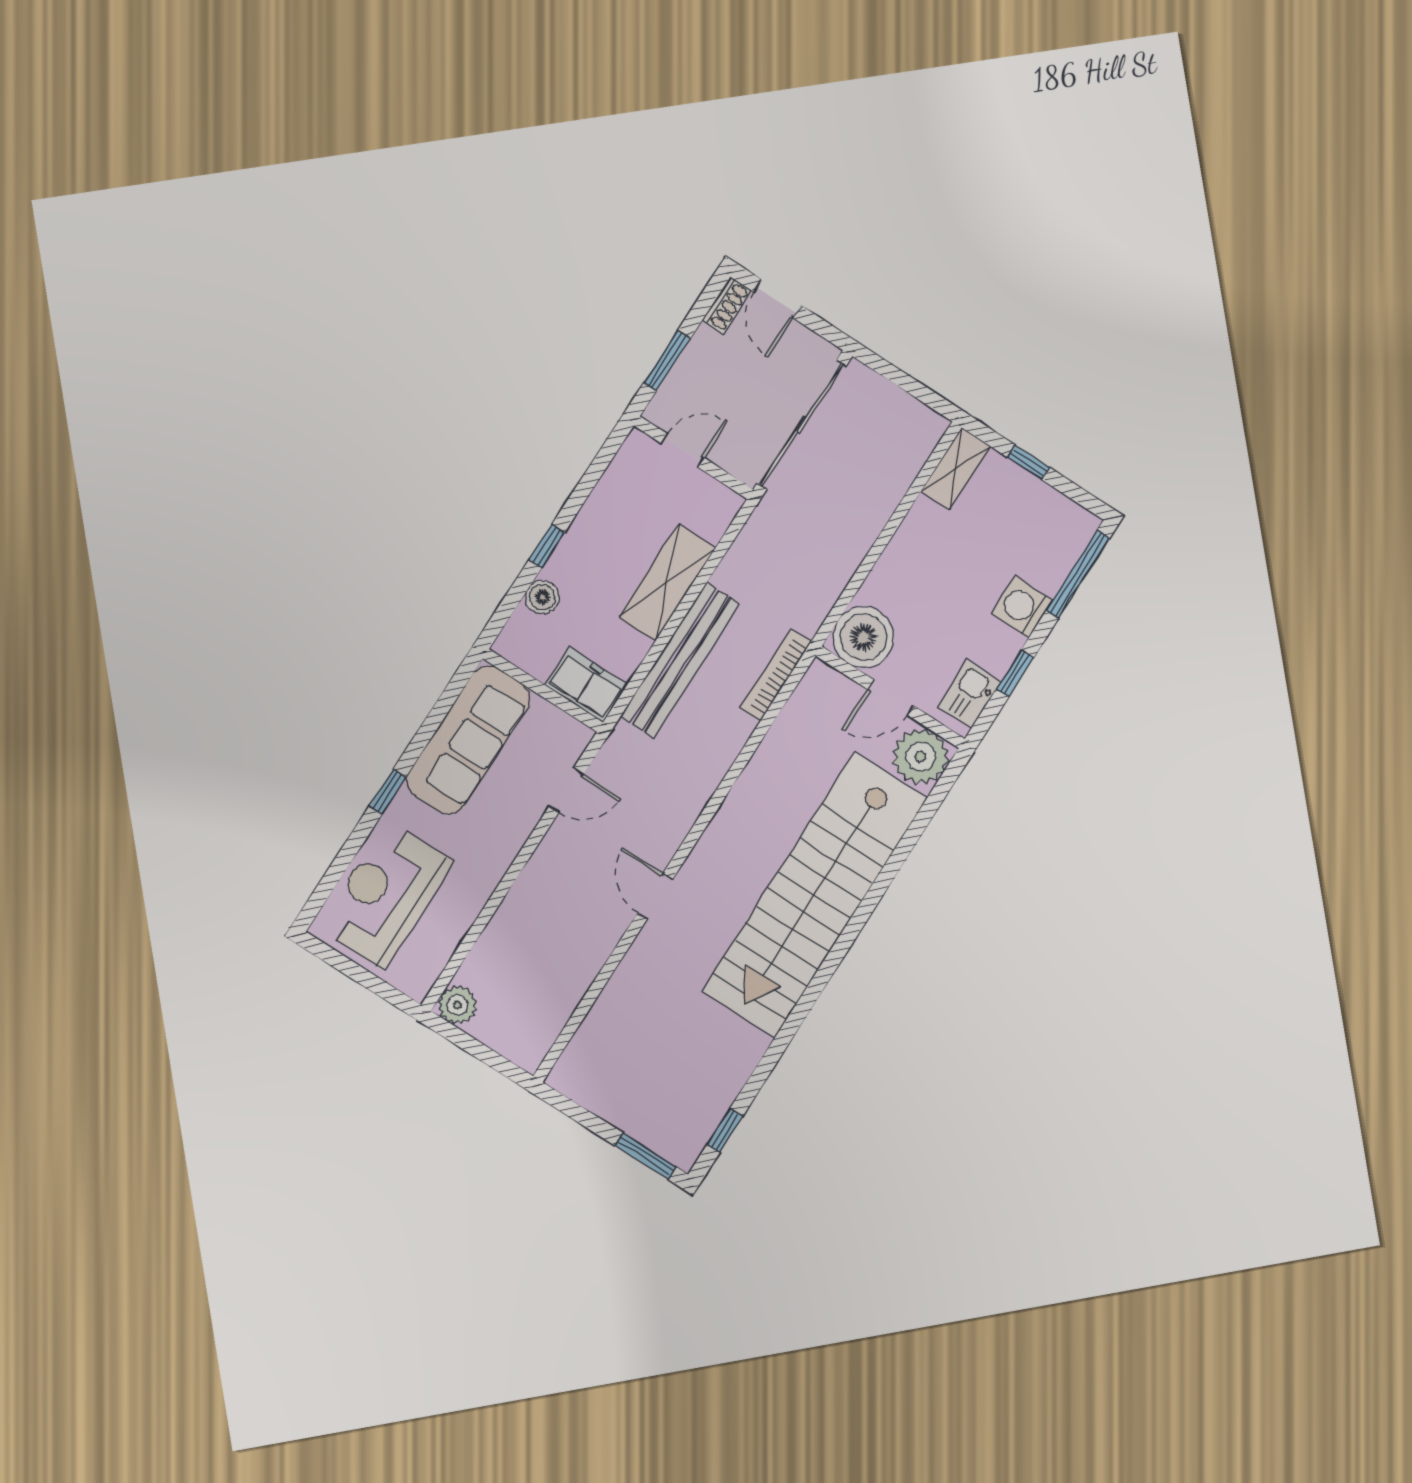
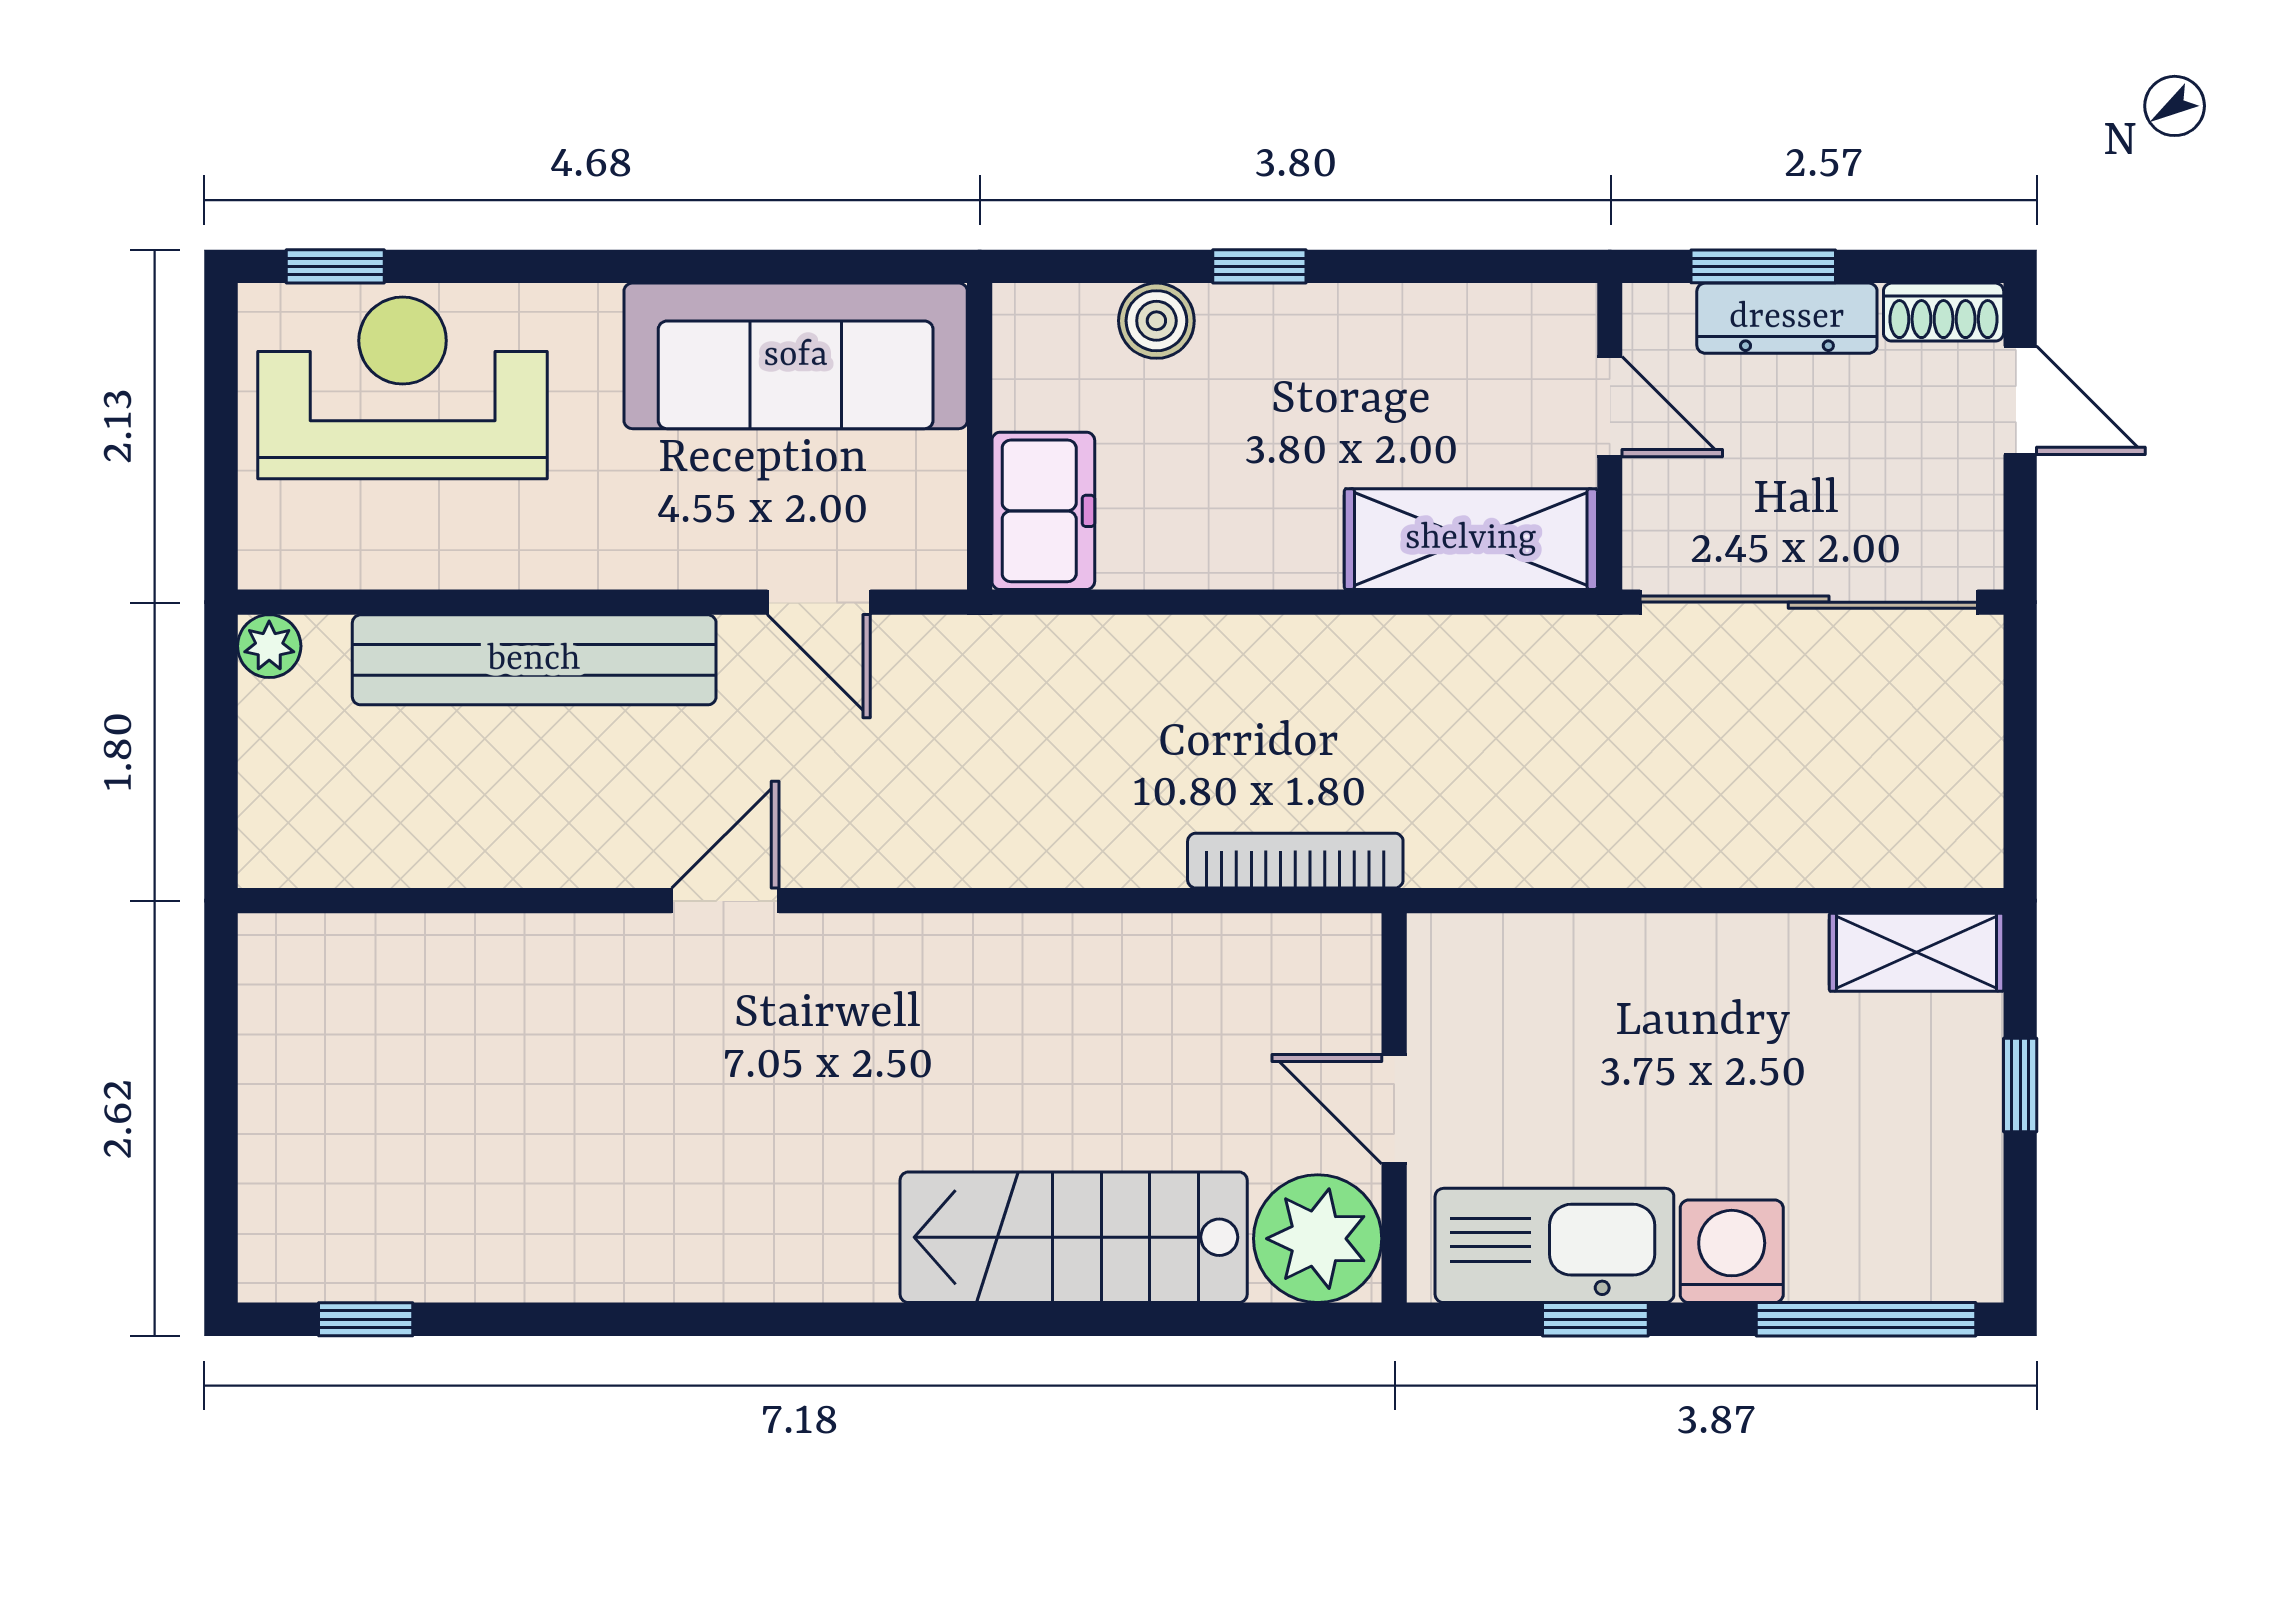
door: (777, 299) -> (2020, 400), swing flipped
dresser: (692, 364) -> (1787, 318), added
shelving: (667, 582) -> (1471, 539), moved
boiler: (864, 637) -> (1476, 983), removed
bench: (680, 660) -> (534, 660), moved
kitchen sink: (969, 694) -> (1554, 1245), width x1.88, depth x1.24
window: (388, 792) -> (335, 266), moved
stairs: (815, 894) -> (1074, 1237), width x0.54, depth x0.66
plant: (457, 1005) -> (269, 646), width x0.73, depth x0.73
window: (645, 1156) -> (221, 1199), removed

